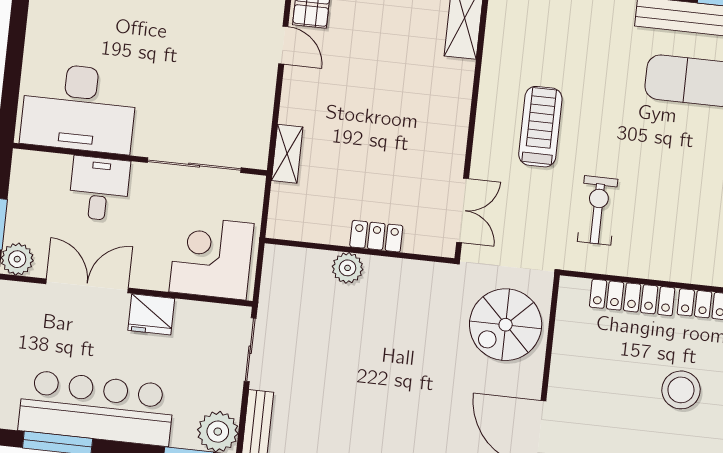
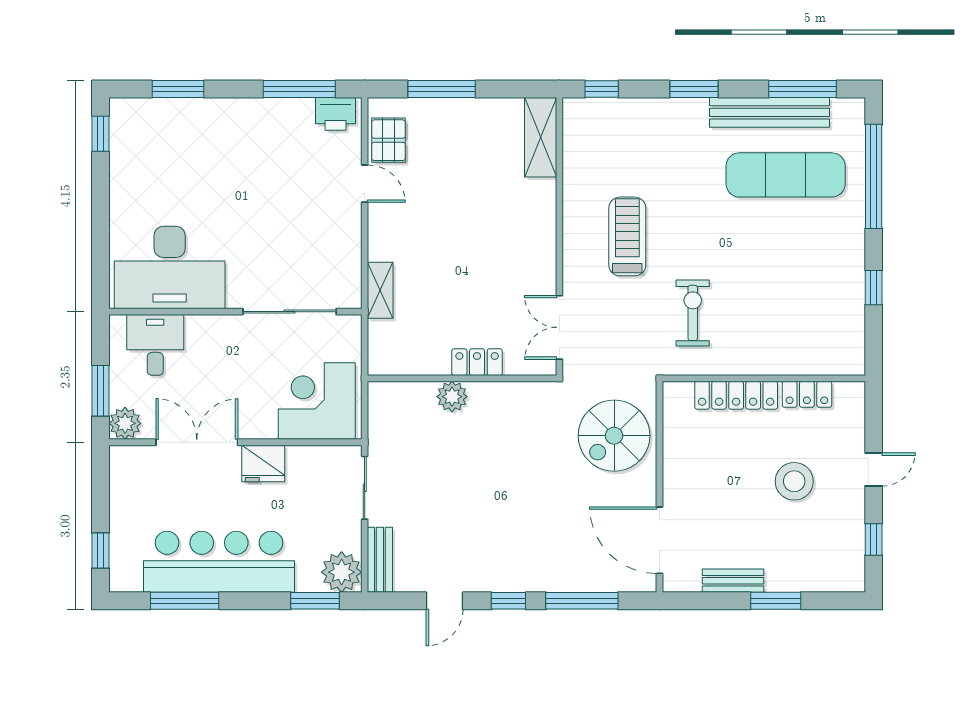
desk: (99, 189) -> (155, 345), moved
double door: (463, 210) -> (559, 327), swing flipped

